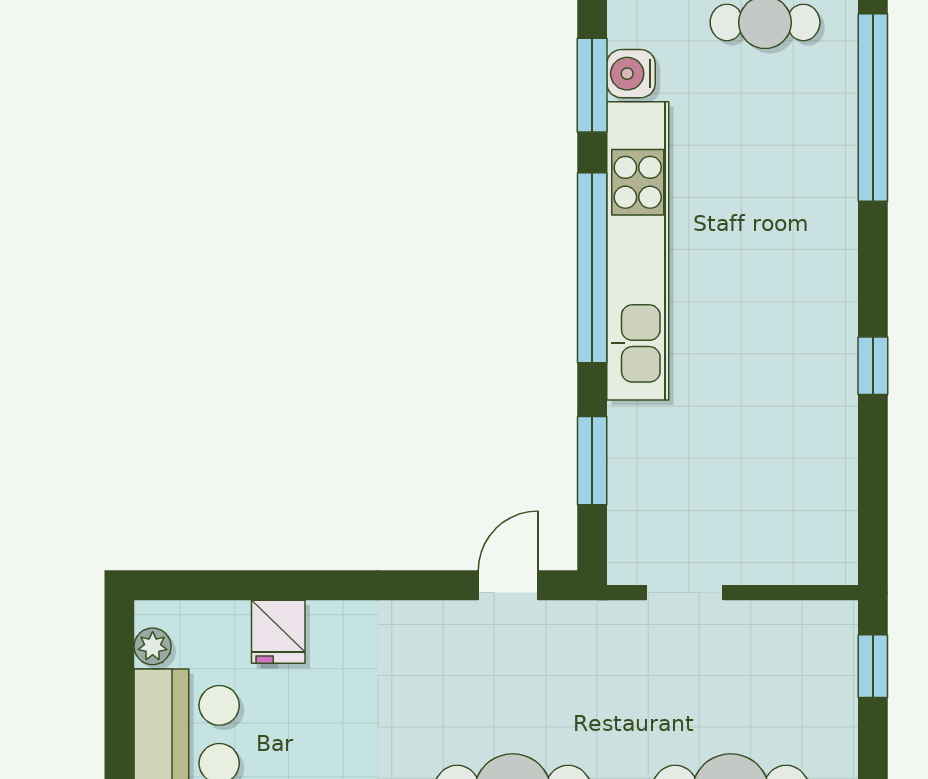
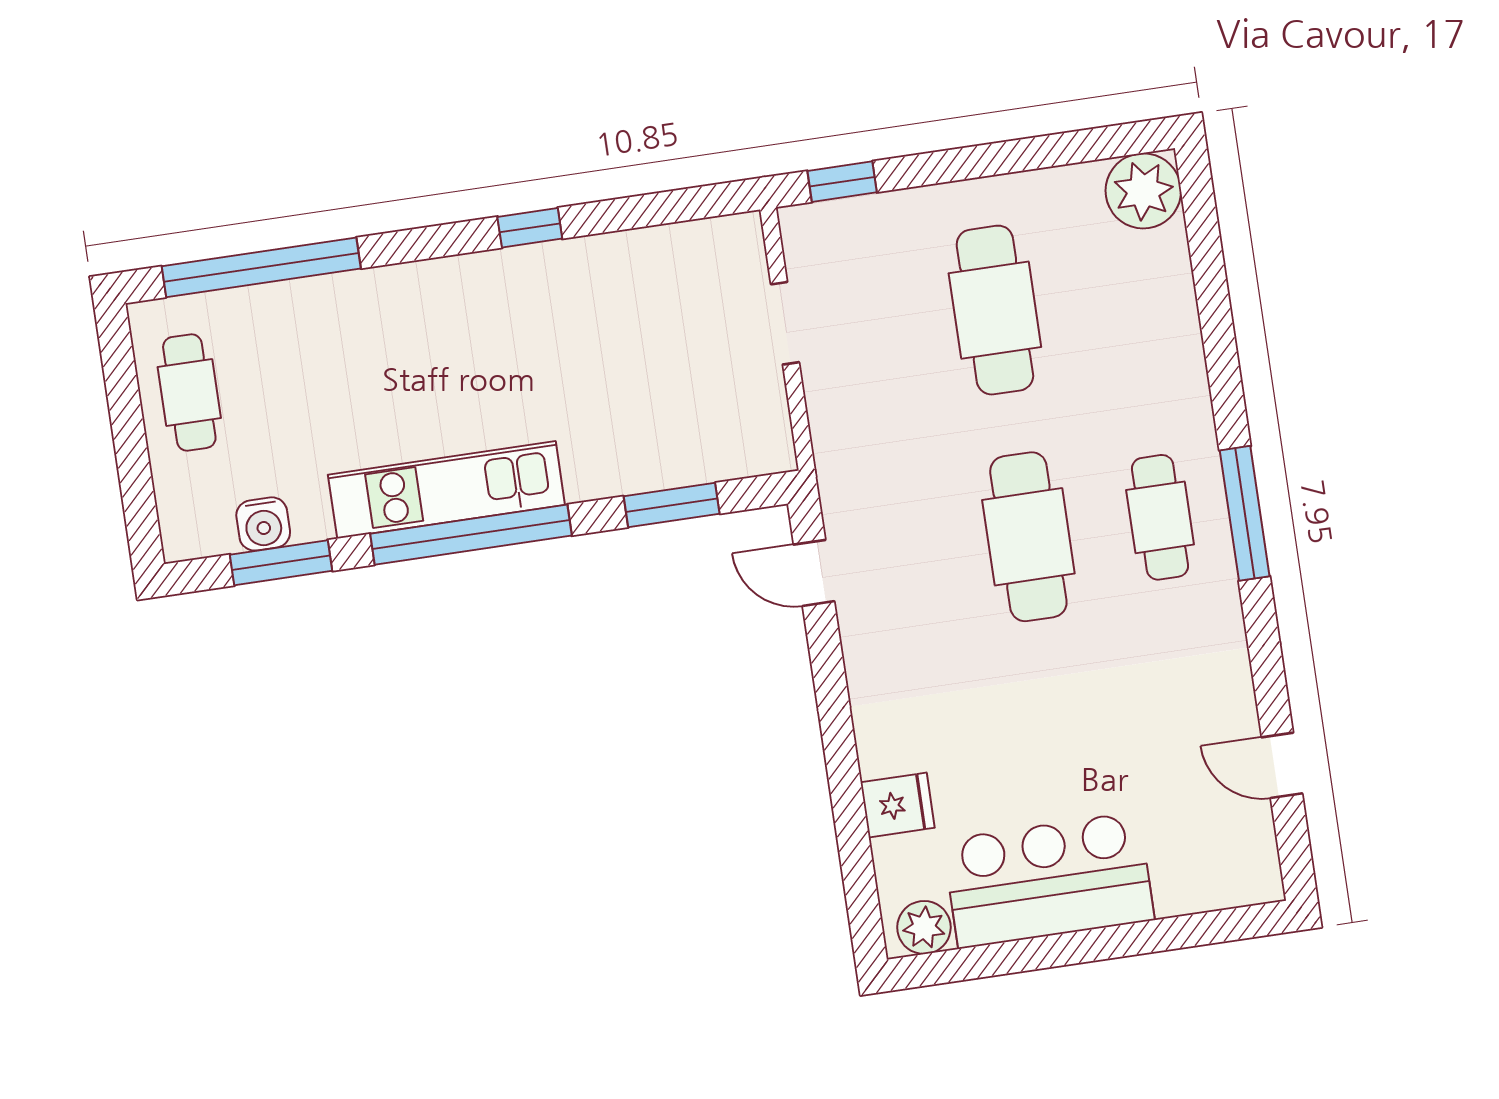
kitchen unit: (638, 251) -> (446, 490), width x0.73
doorway: (684, 593) -> (785, 323), moved
plant: (153, 646) -> (924, 927), width x1.38, depth x1.38

